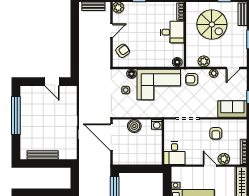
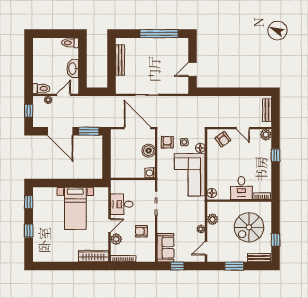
door: (233, 68) -> (206, 248), hinge flipped
armchair: (192, 79) -> (167, 142), moved
door: (111, 137) -> (137, 128), hinge flipped
desk: (174, 153) -> (122, 204), moved

